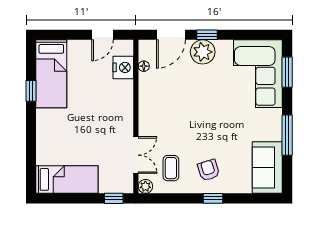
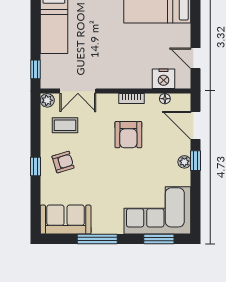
plant: (203, 52) -> (184, 162), width x0.53, depth x0.53
bookcase: (144, 100) -> (131, 98), added
armchair: (180, 103) -> (128, 135), added

